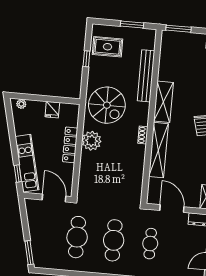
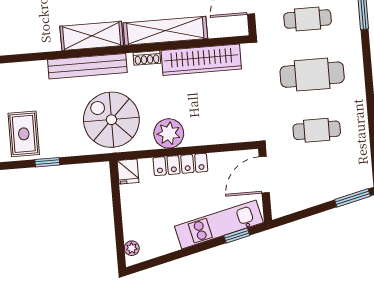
bench: (146, 76) -> (87, 66), moved
spiral stairs: (107, 105) -> (111, 120), turned -90
fridge: (52, 110) -> (128, 171), moved, turned 90
wardrobe: (136, 170) -> (201, 60), added
cafe table: (77, 237) -> (317, 130), width x0.73, depth x0.74

